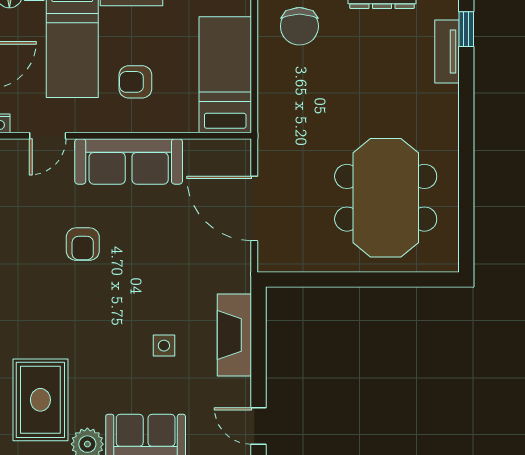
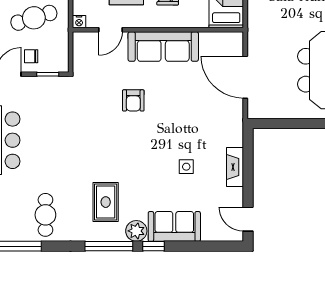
fireplace: (234, 335) -> (235, 167), width x0.73, depth x0.76
rug: (40, 400) -> (106, 202), width x0.73, depth x0.70

